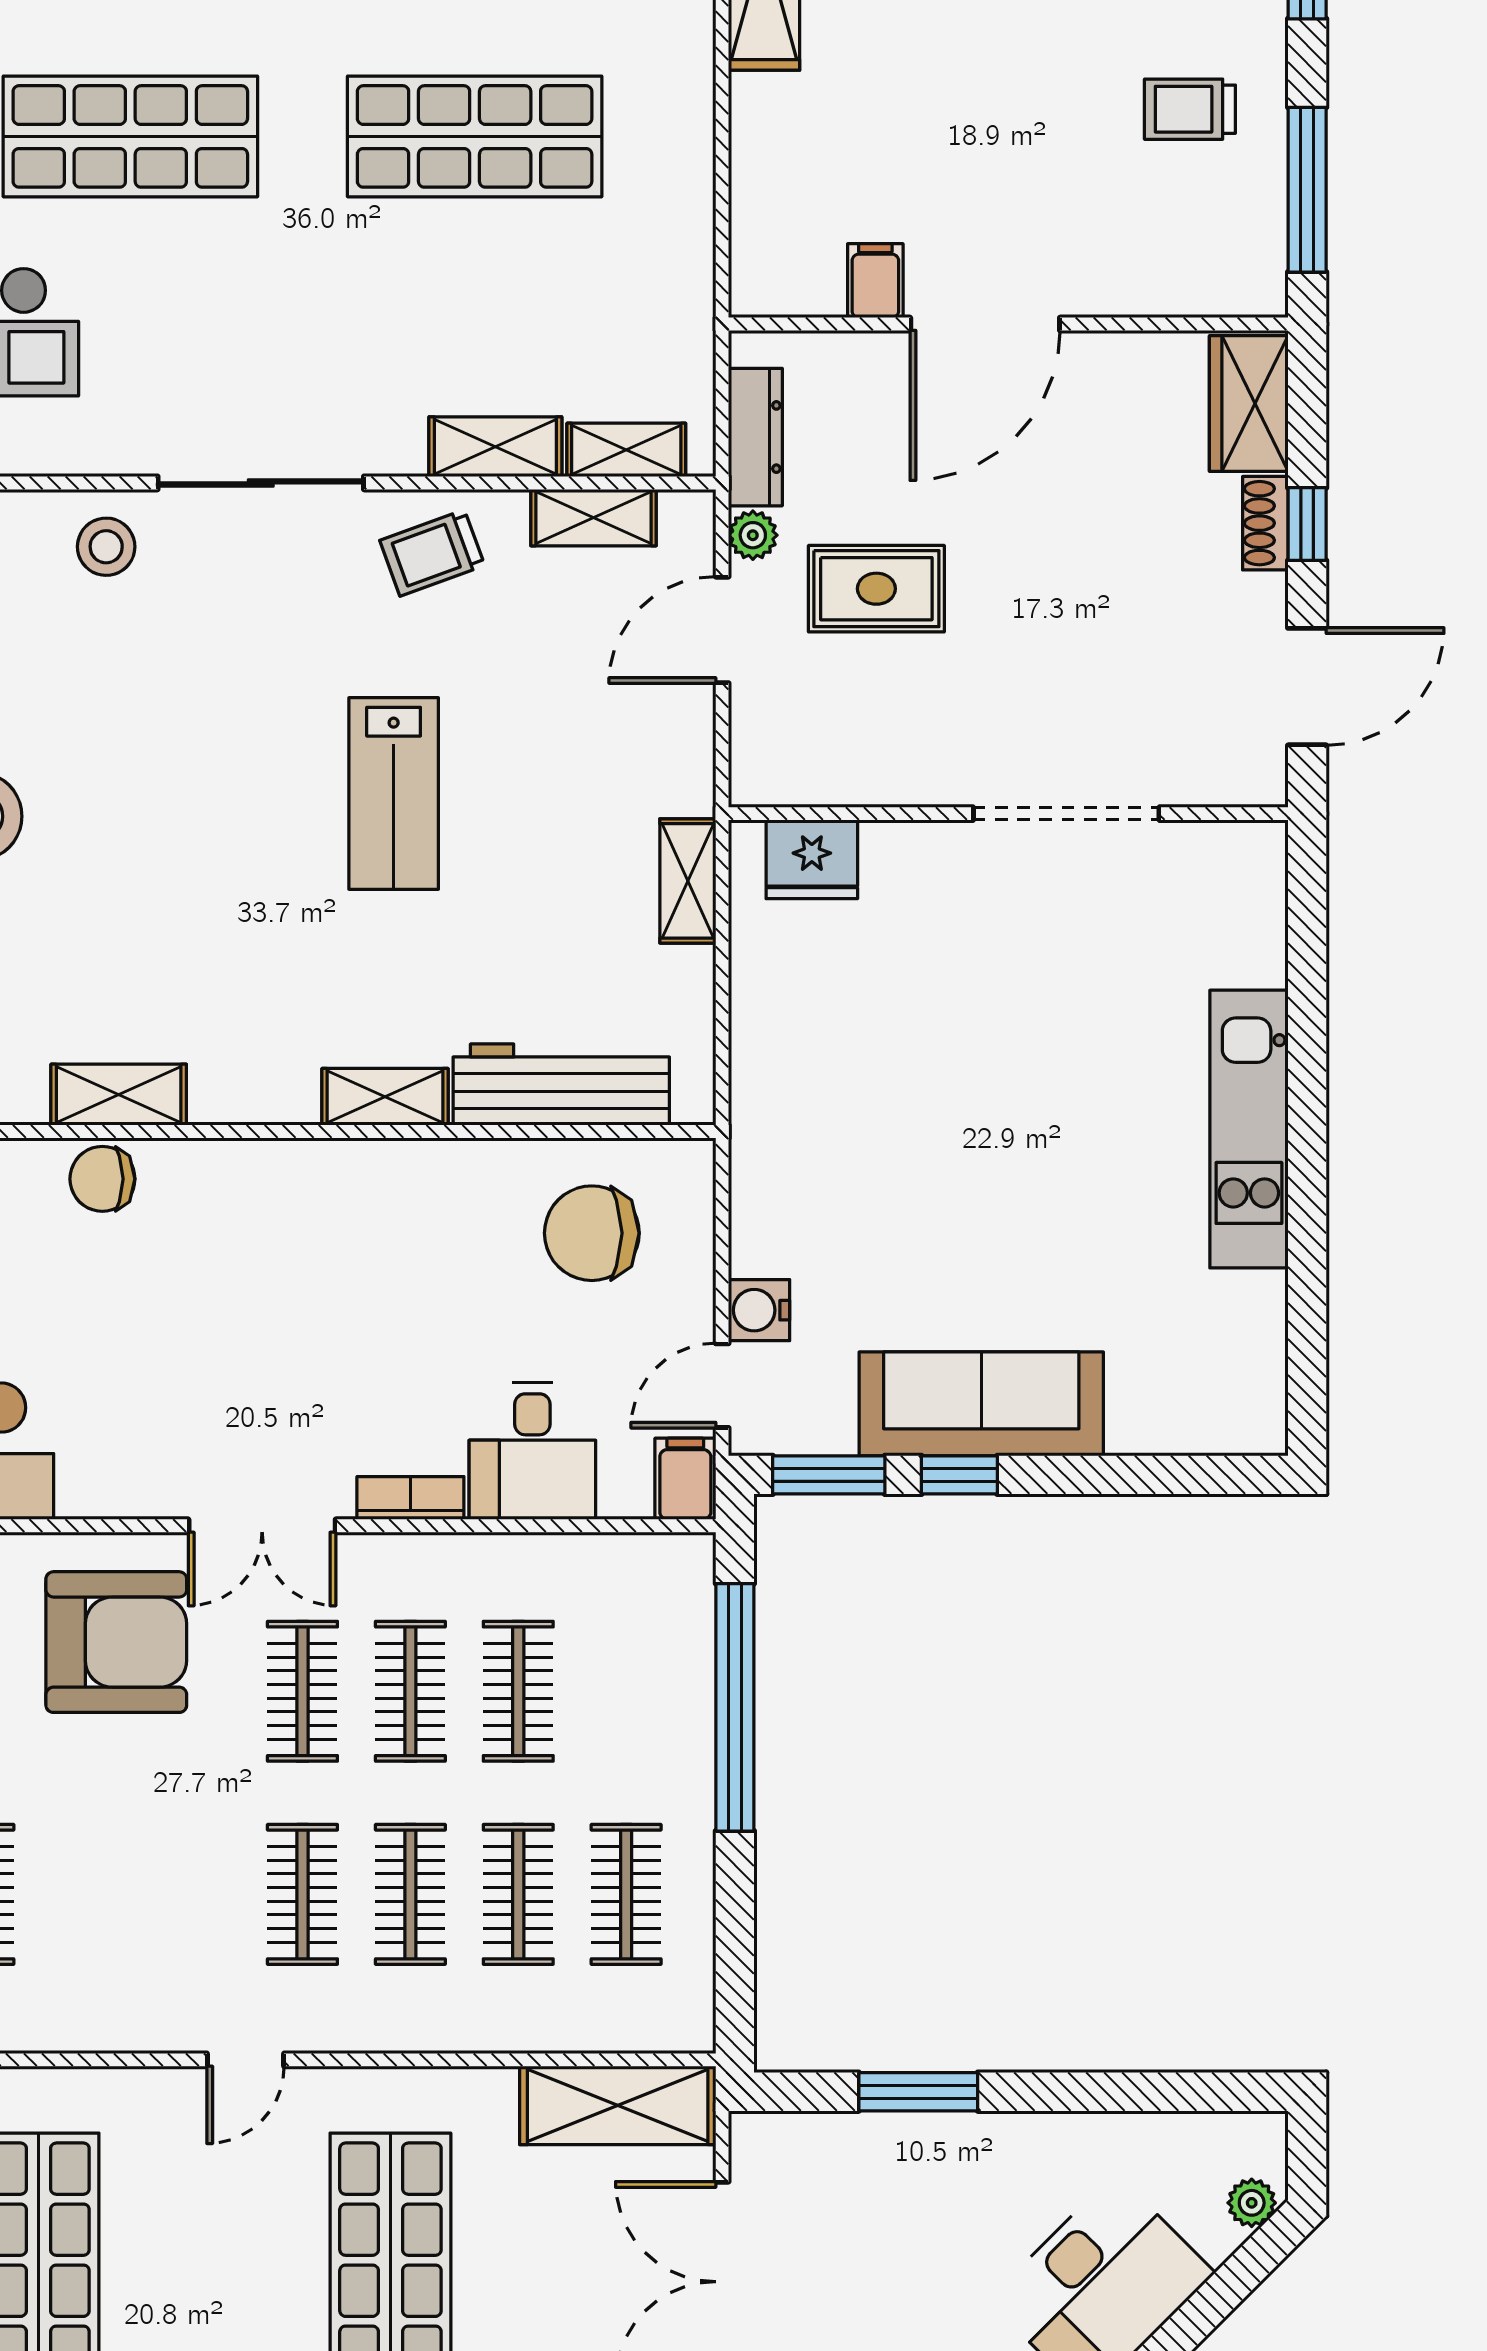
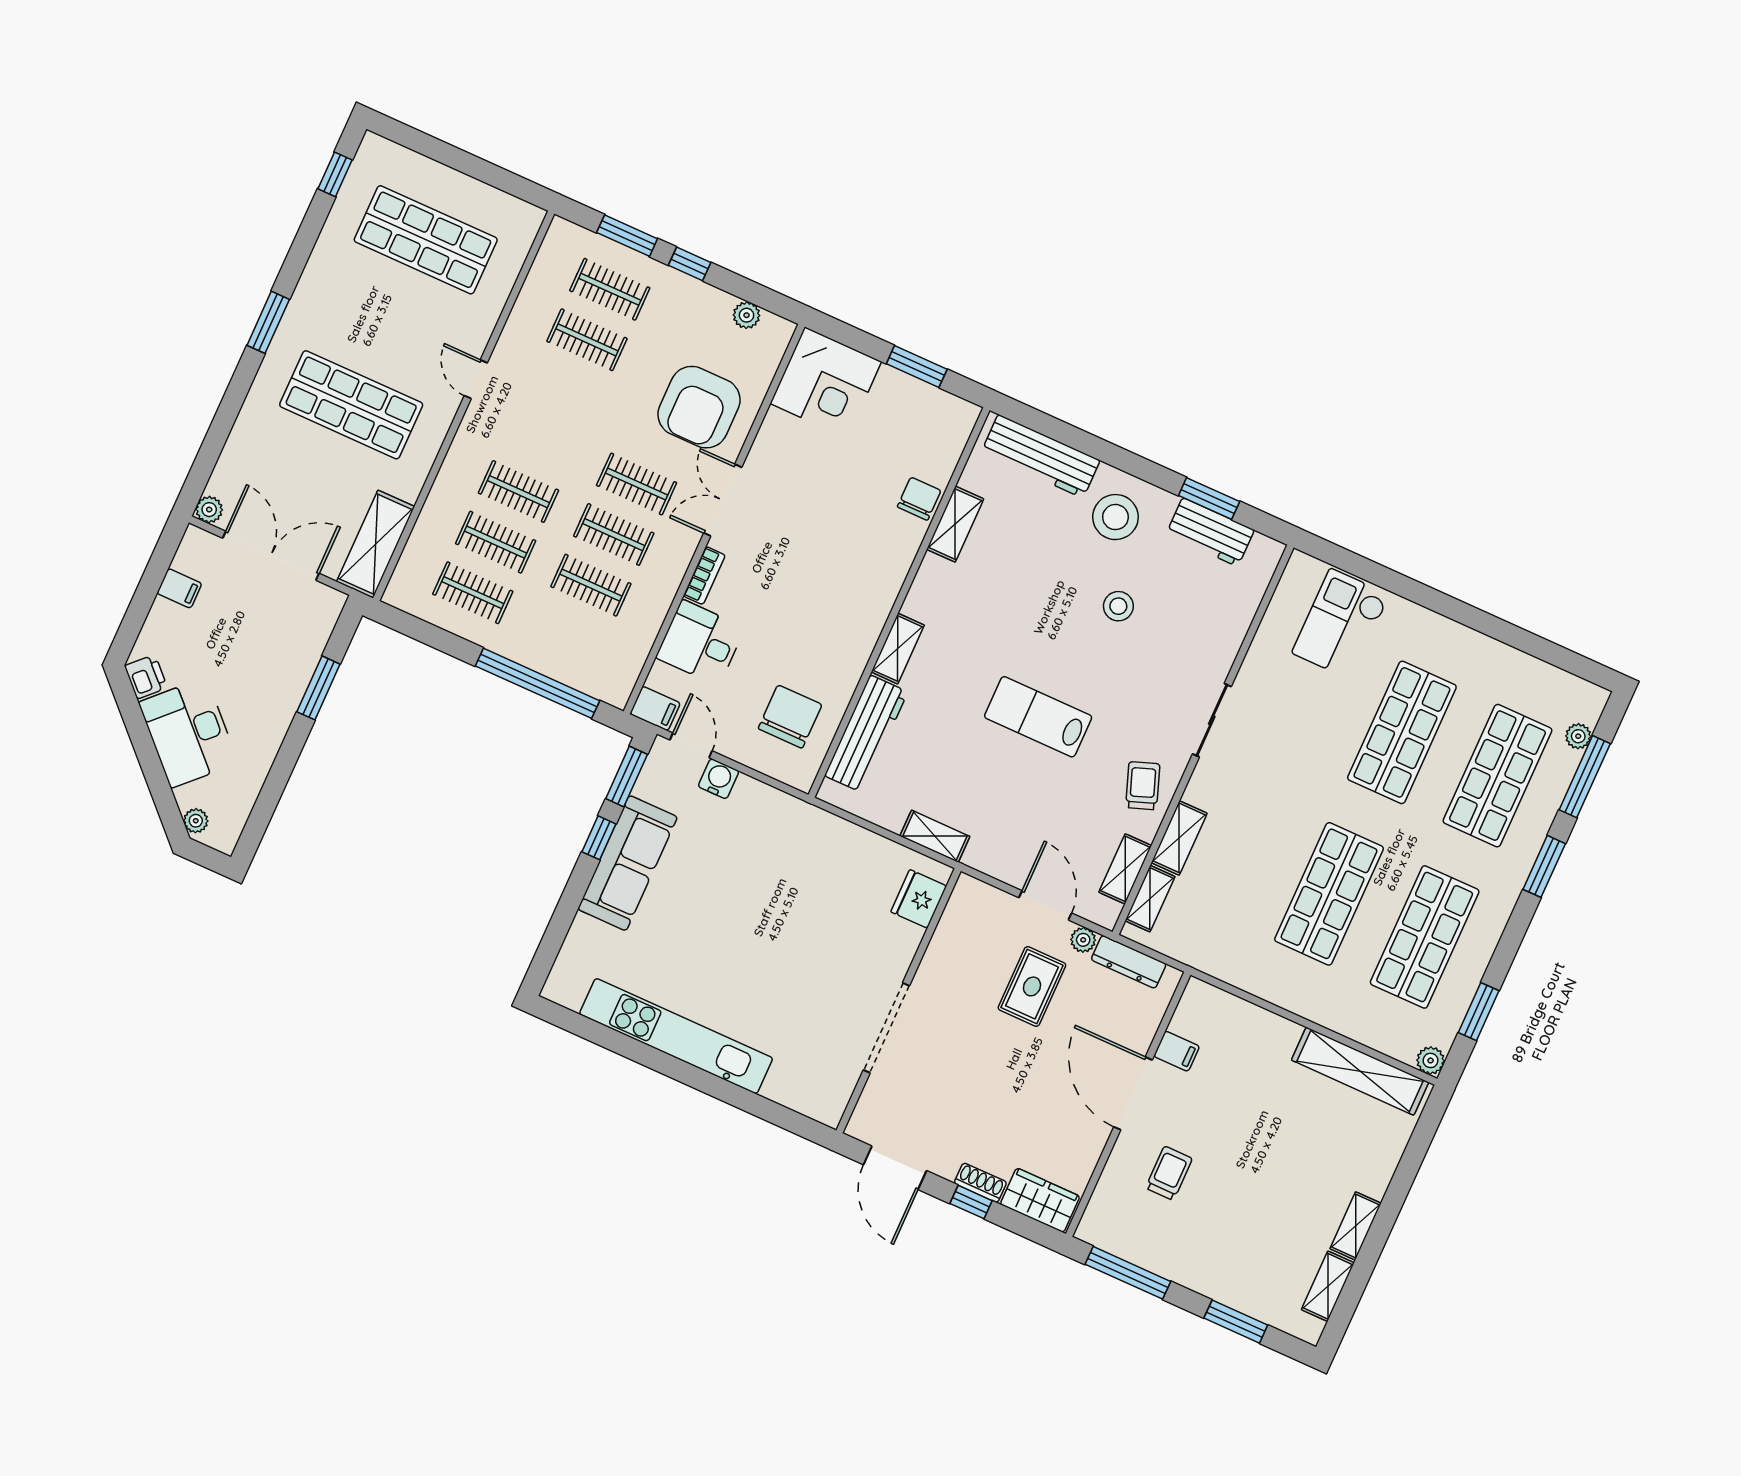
trolley: (1190, 109) -> (1169, 1173), moved
sliding door: (261, 483) -> (1212, 720), width x0.73
stool: (106, 547) -> (1118, 606), moved
kitchen unit: (1249, 1129) -> (676, 1036), width x1.36
clothes rail: (302, 1894) -> (587, 340), moved

